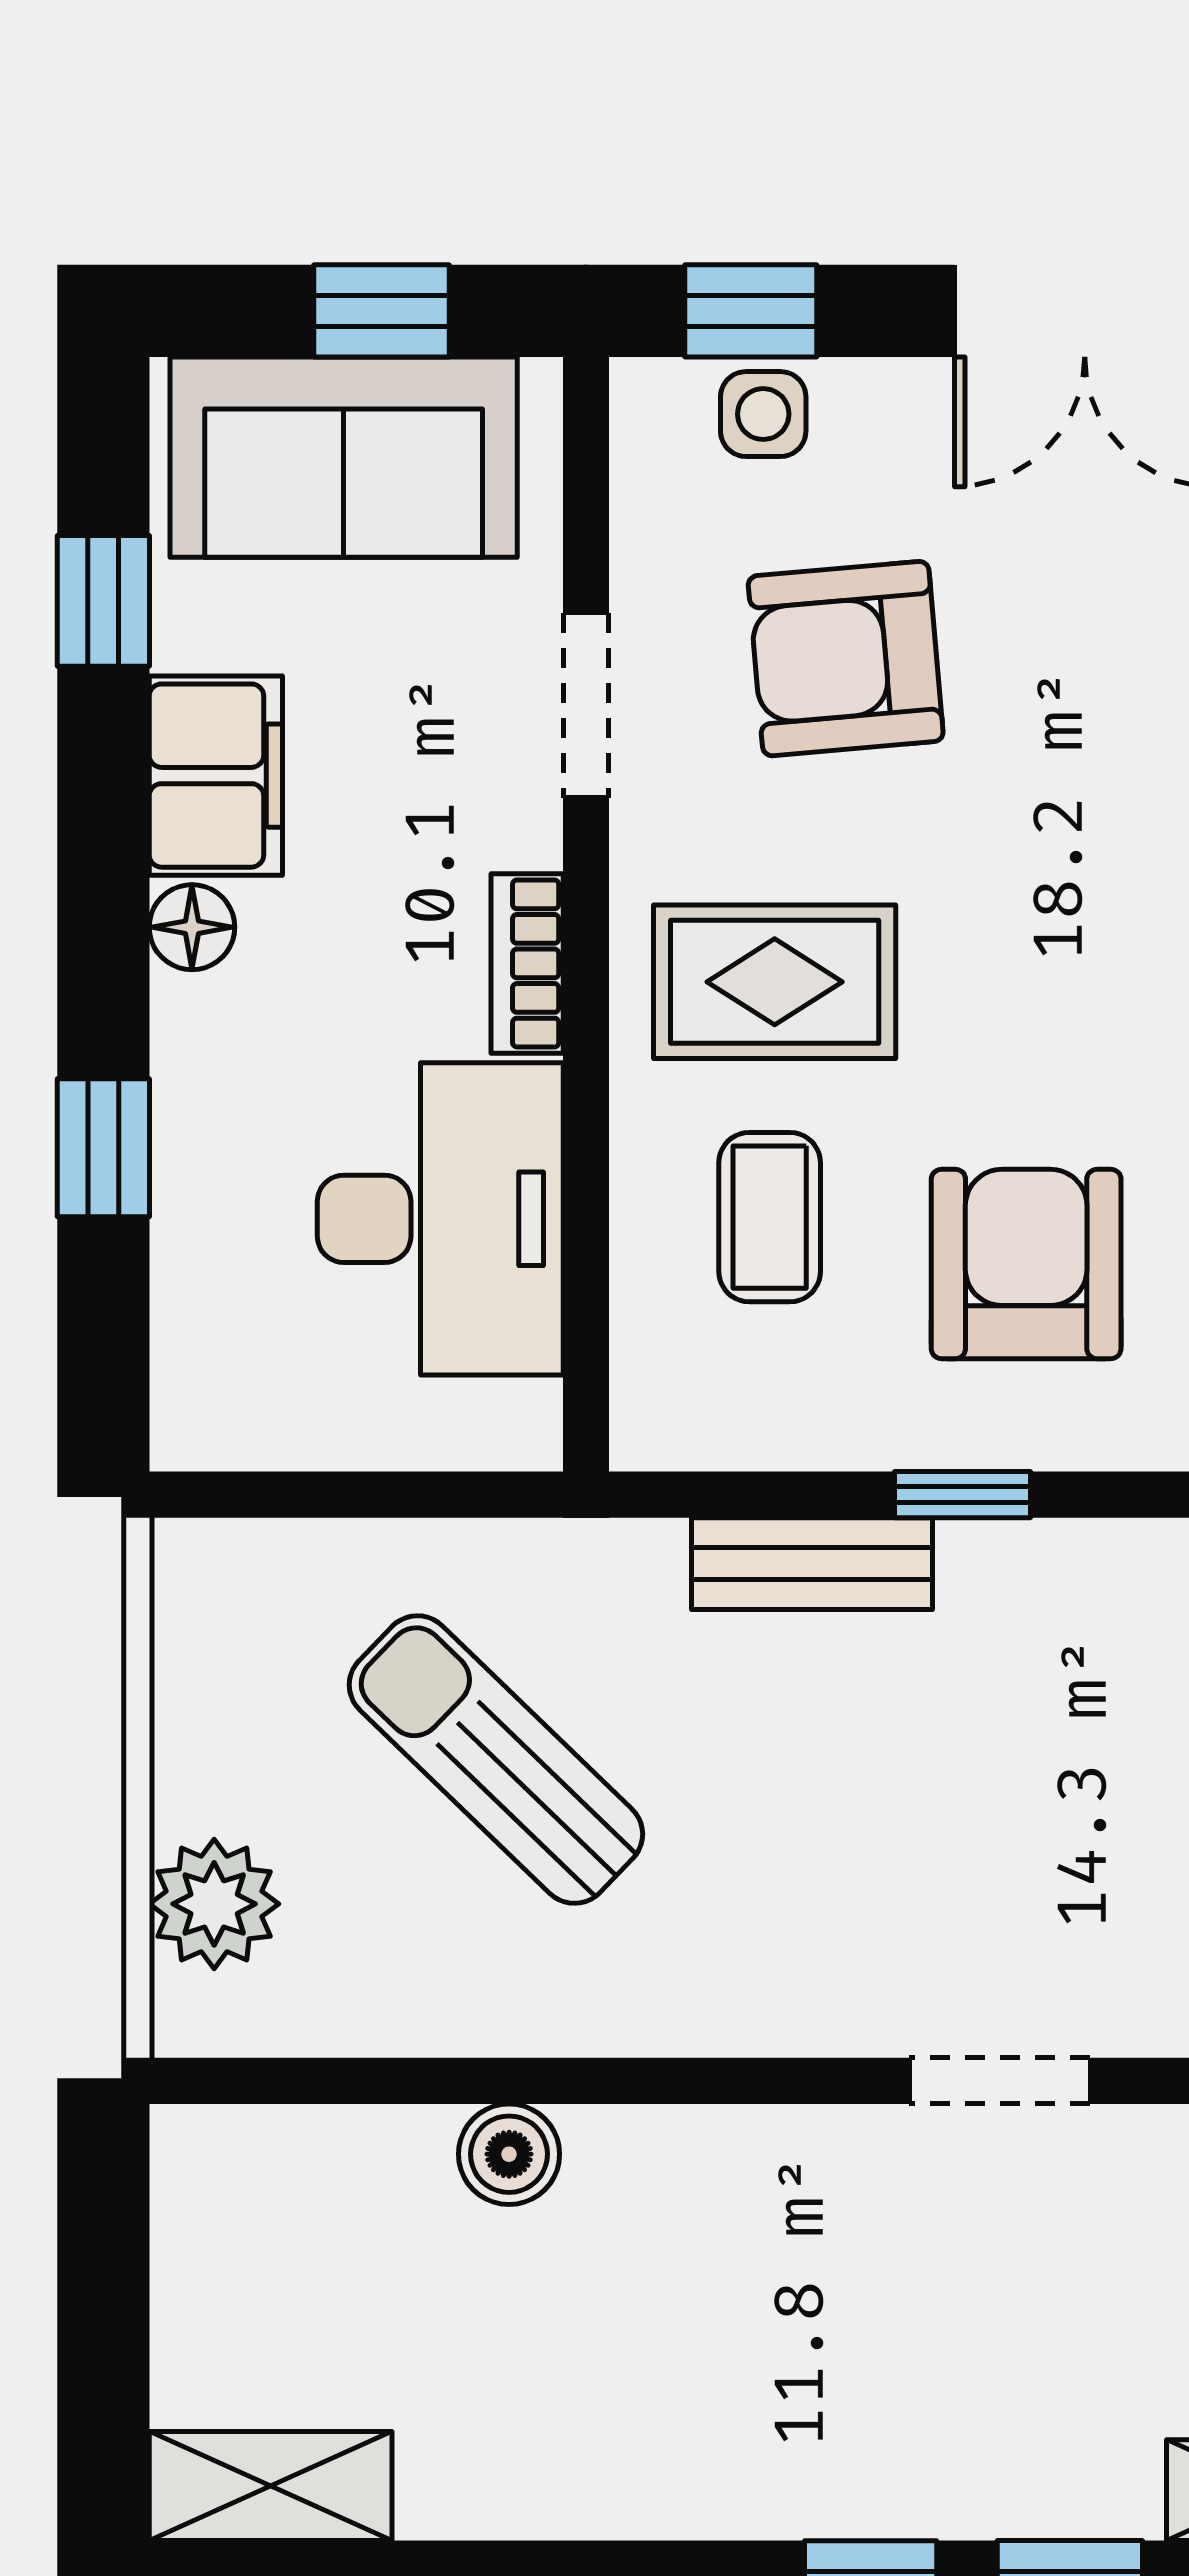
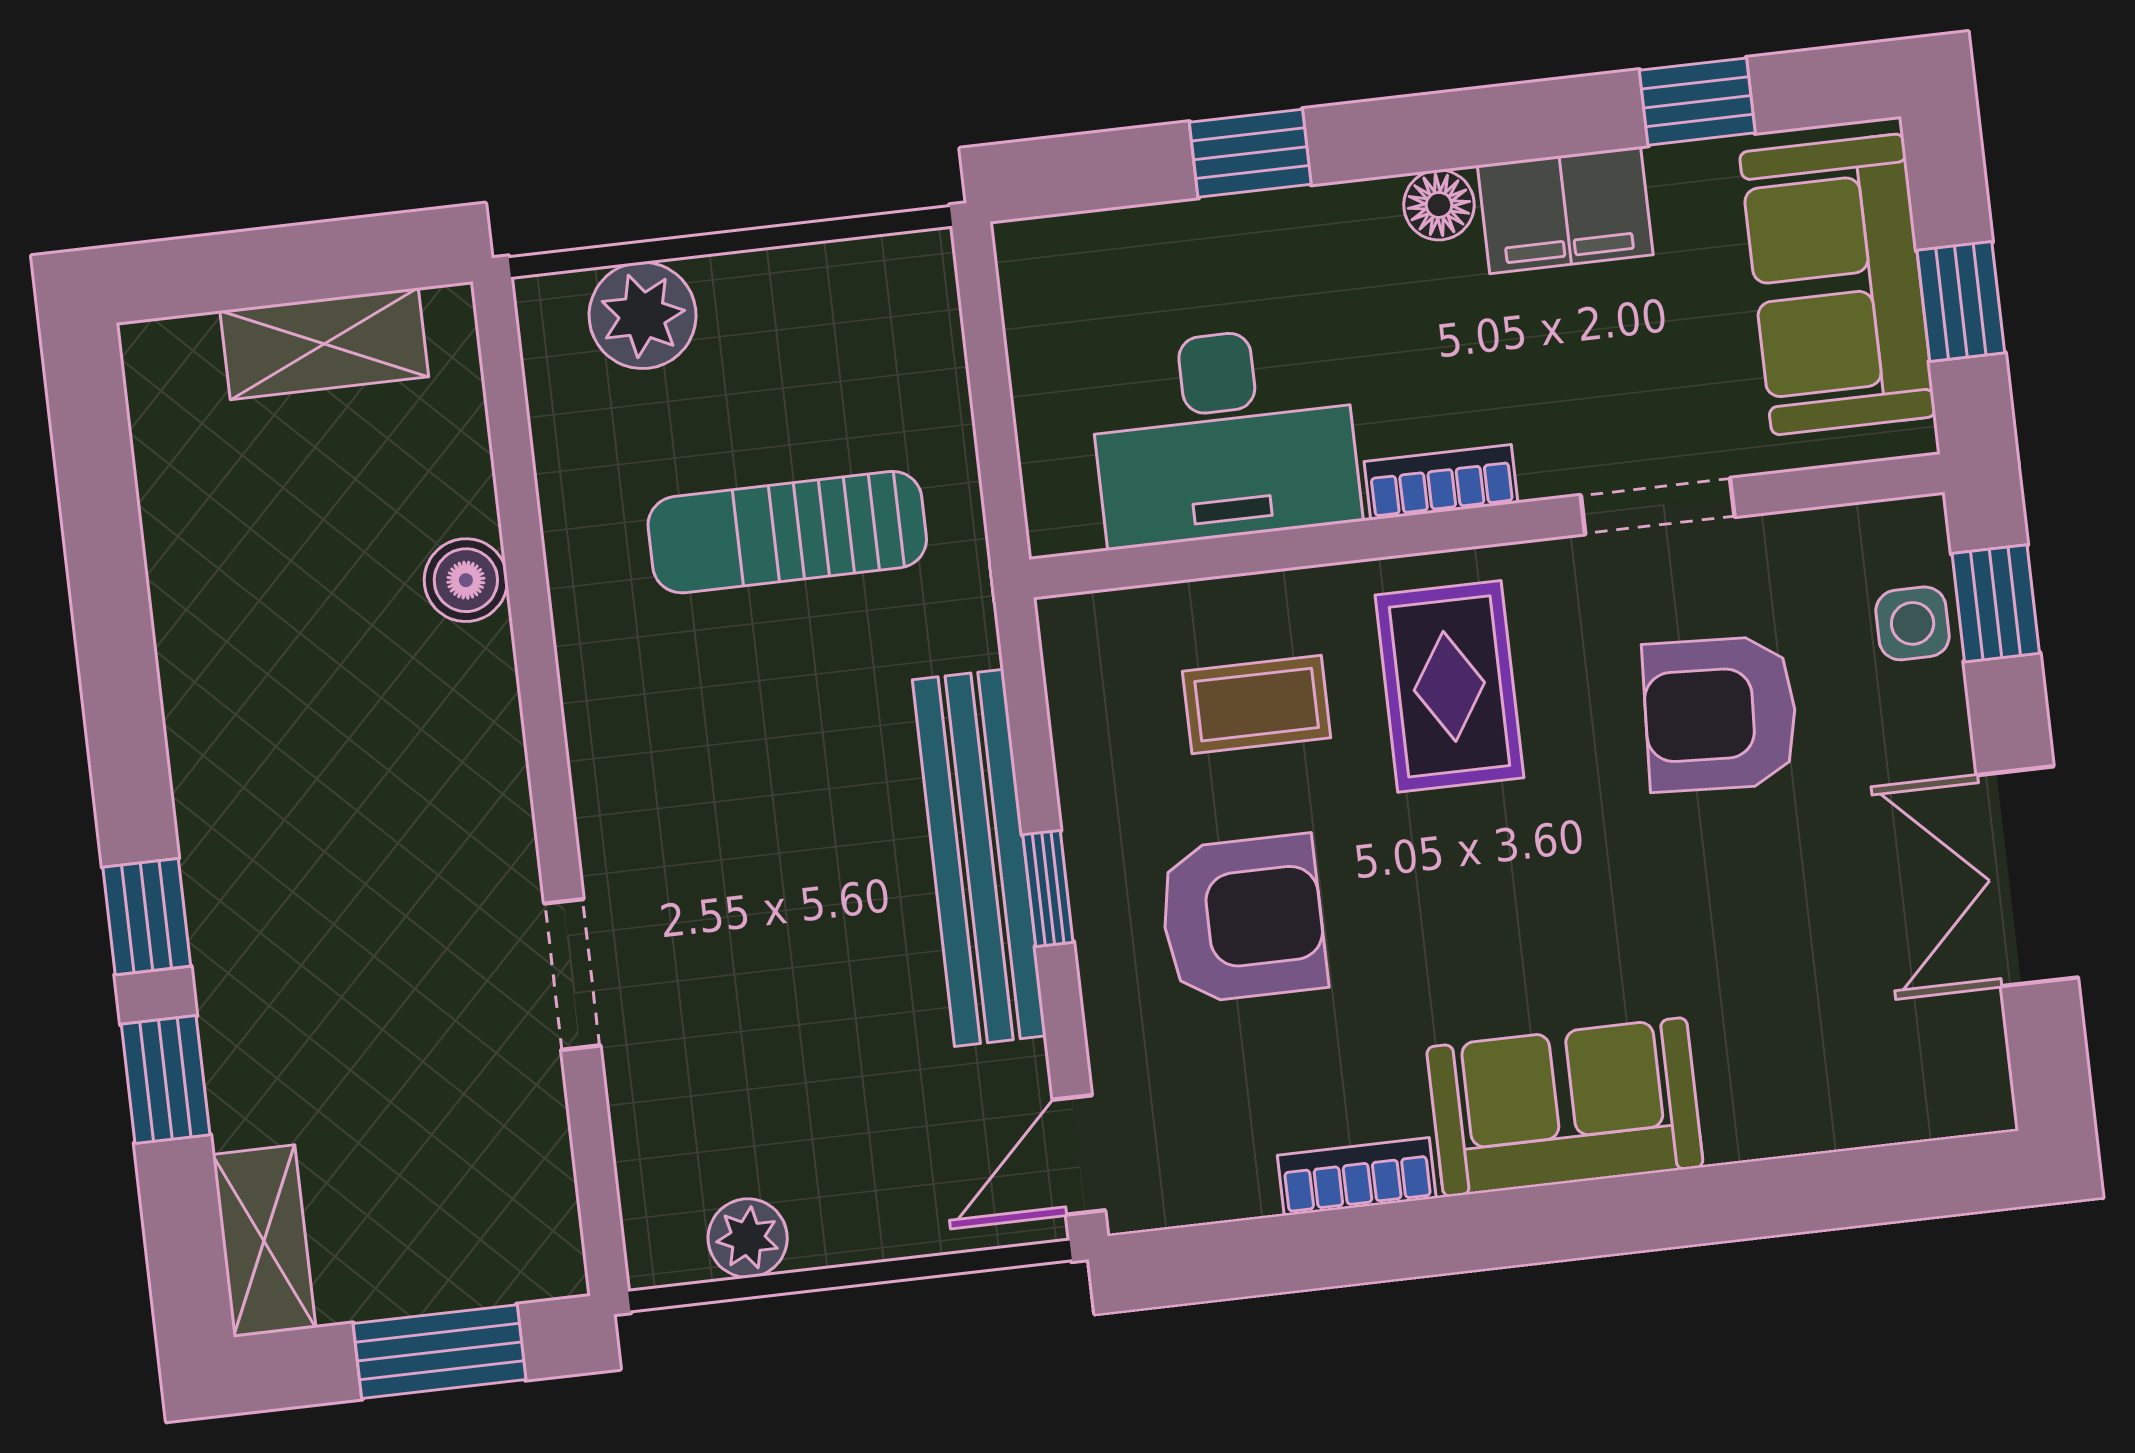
armchair: (846, 659) -> (1720, 714), turned -82
bench: (812, 1564) -> (979, 858), width x1.86, depth x1.21
sun lounger: (496, 1760) -> (787, 532), turned -134
shelving: (271, 2486) -> (324, 344), moved, turned 90

